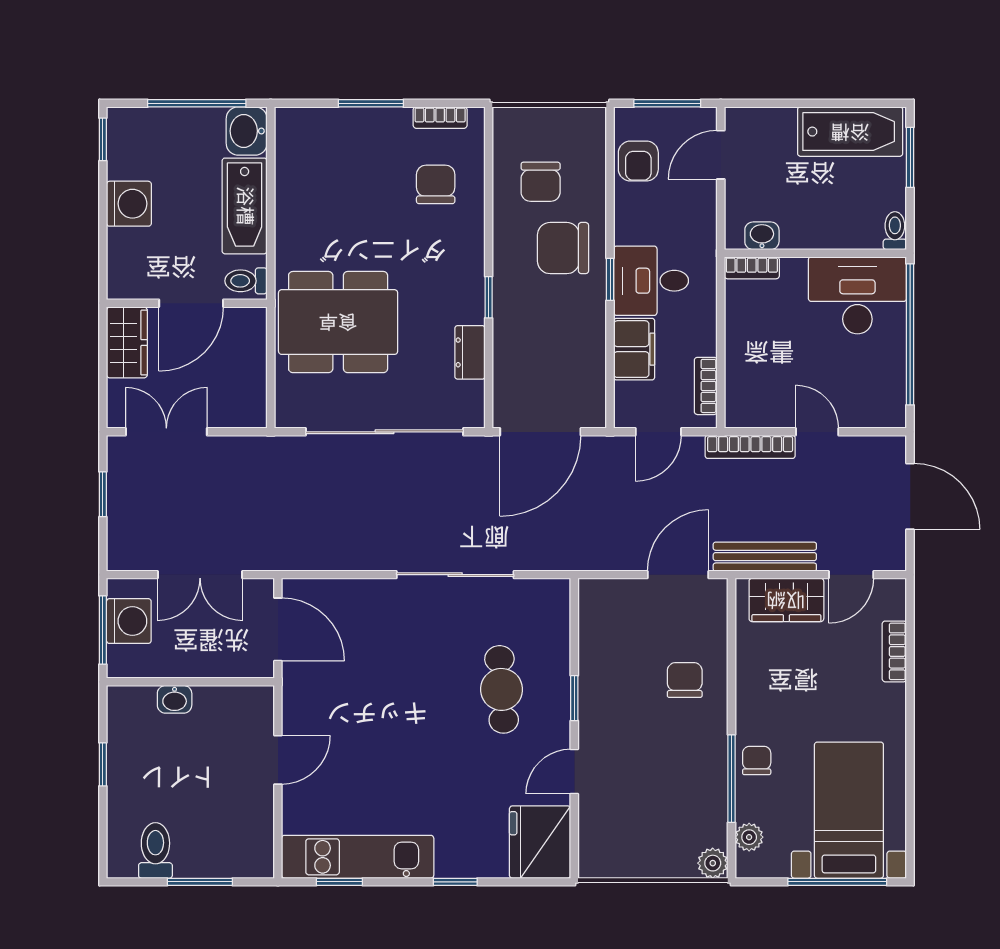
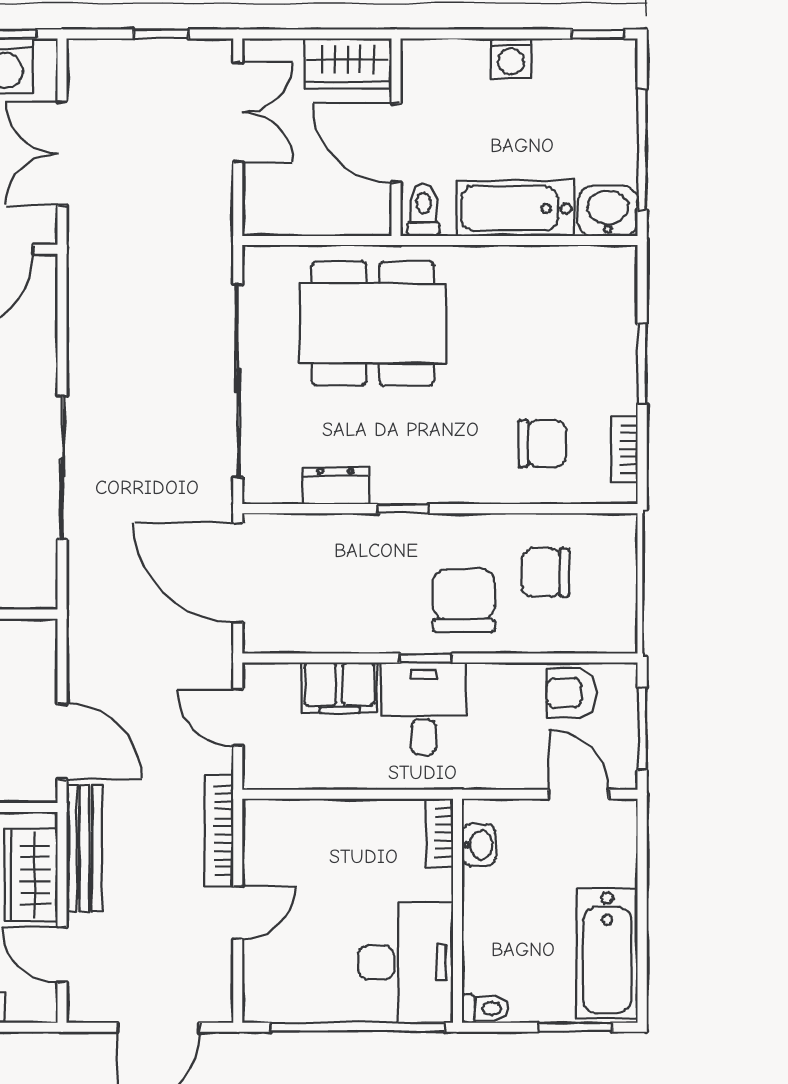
washing machine: (129, 204) -> (511, 58), width x0.73, depth x0.73
dining table: (338, 322) -> (373, 323), turned 90
bookcase: (706, 386) -> (294, 776), removed

